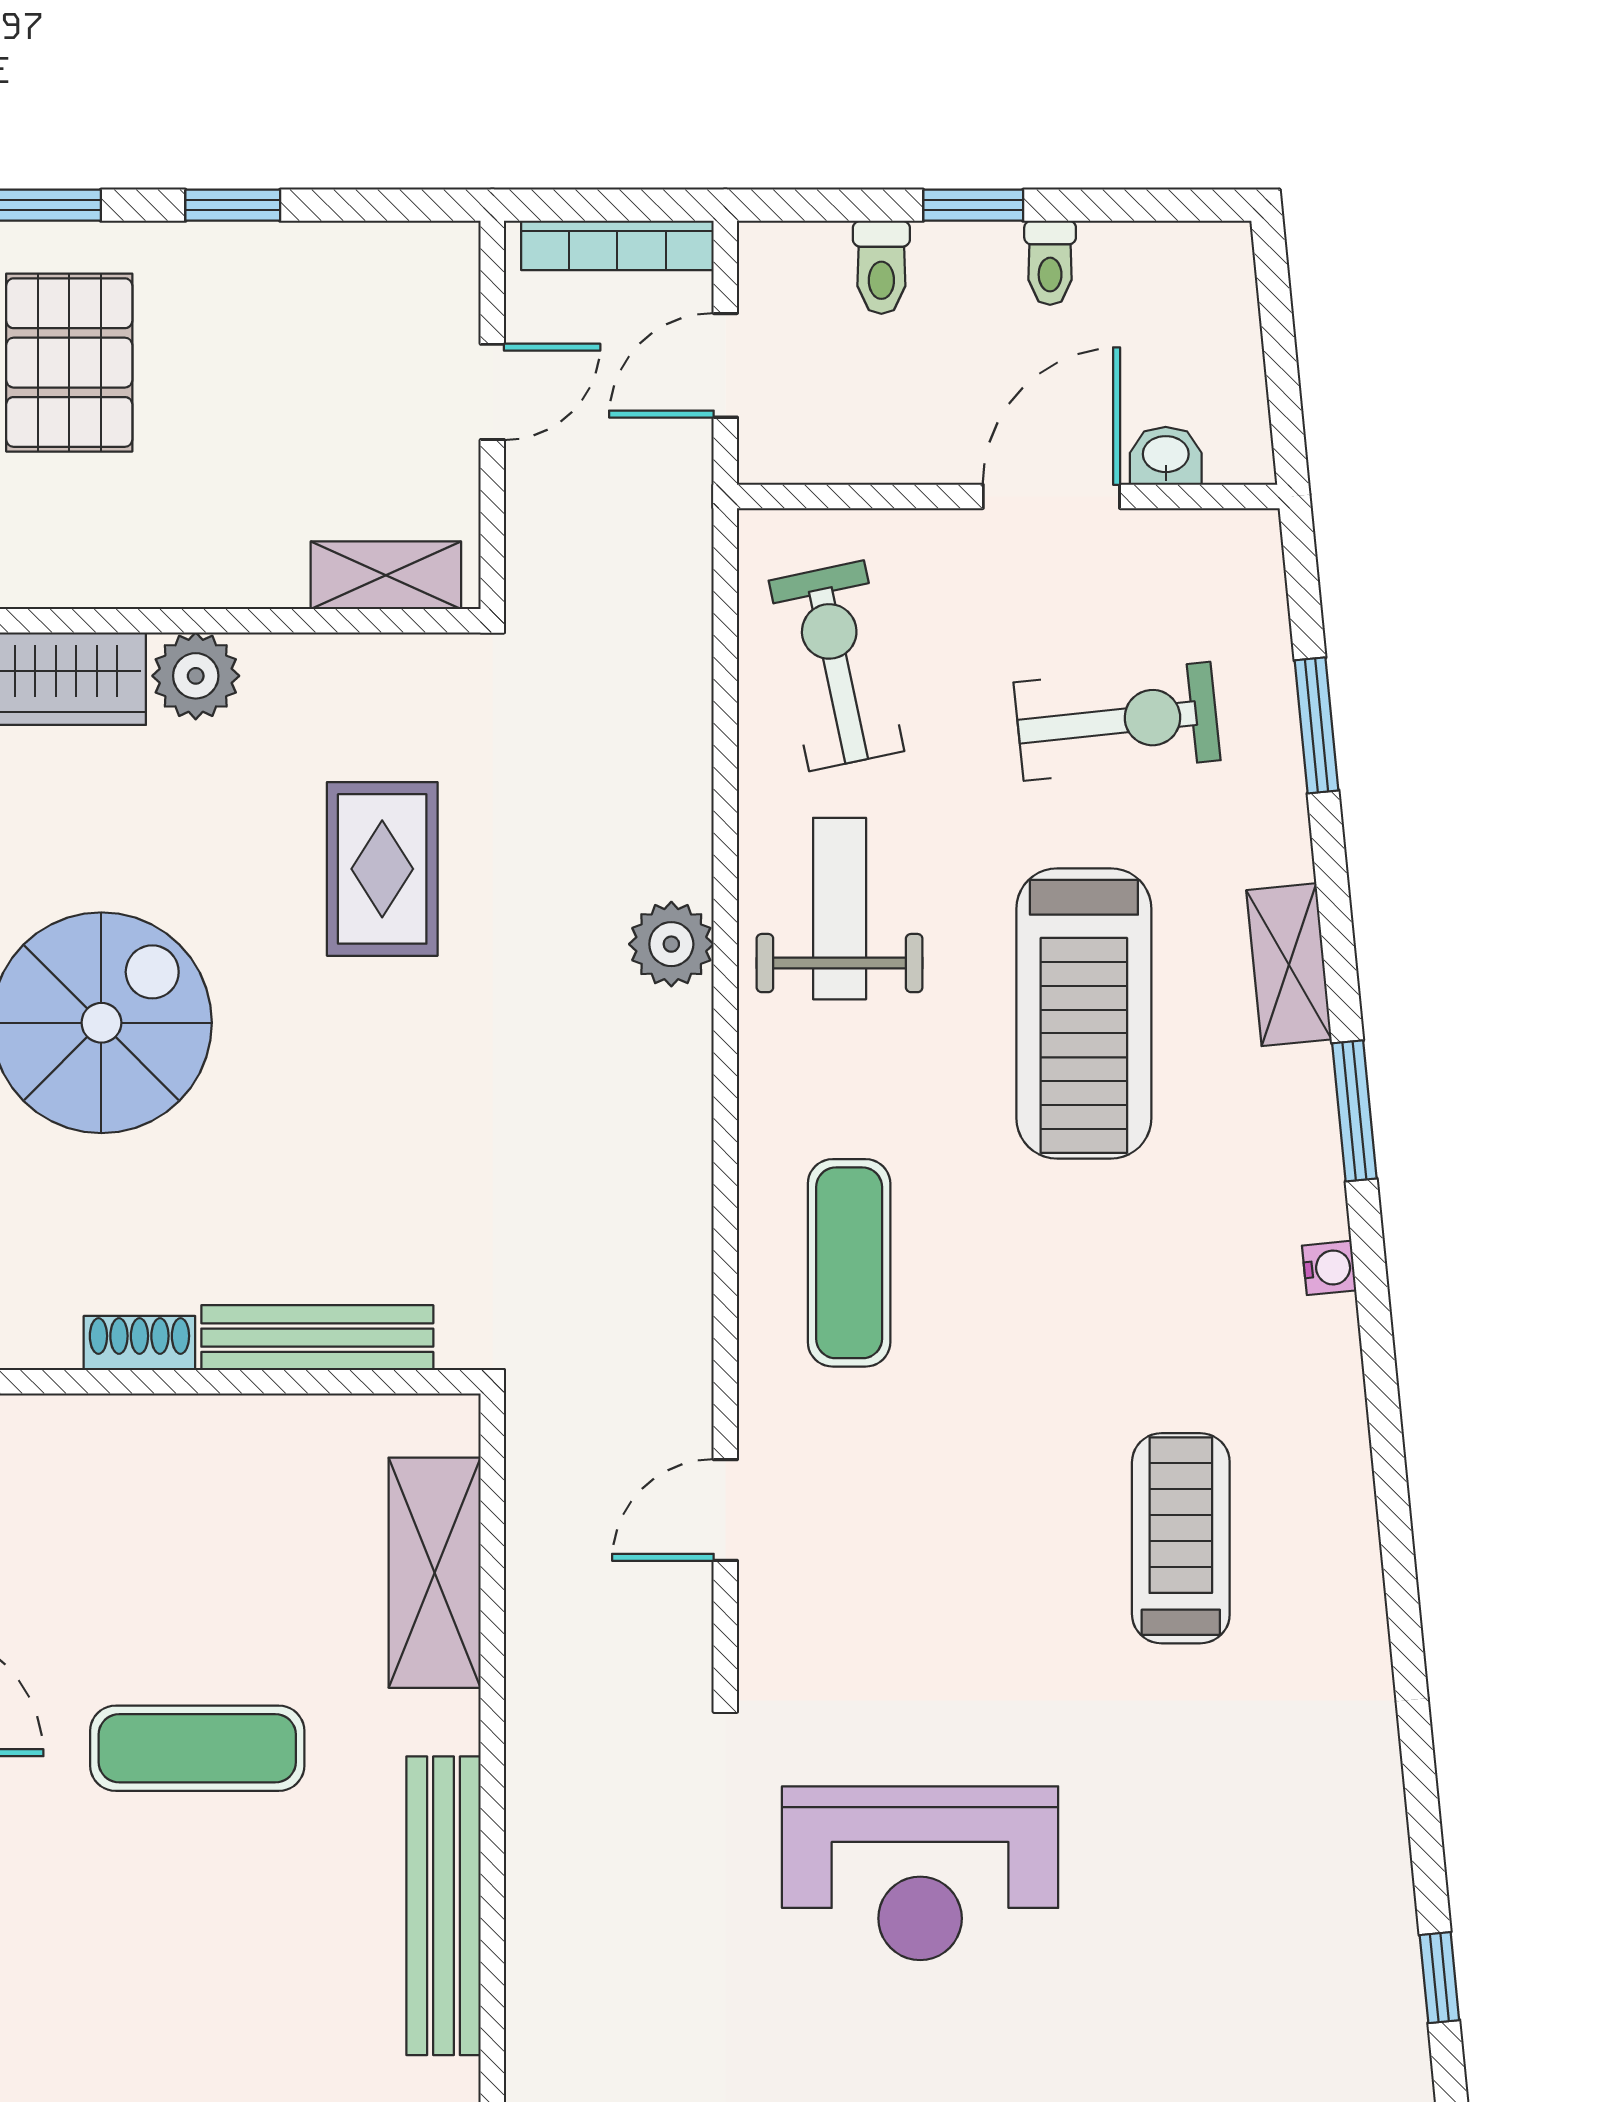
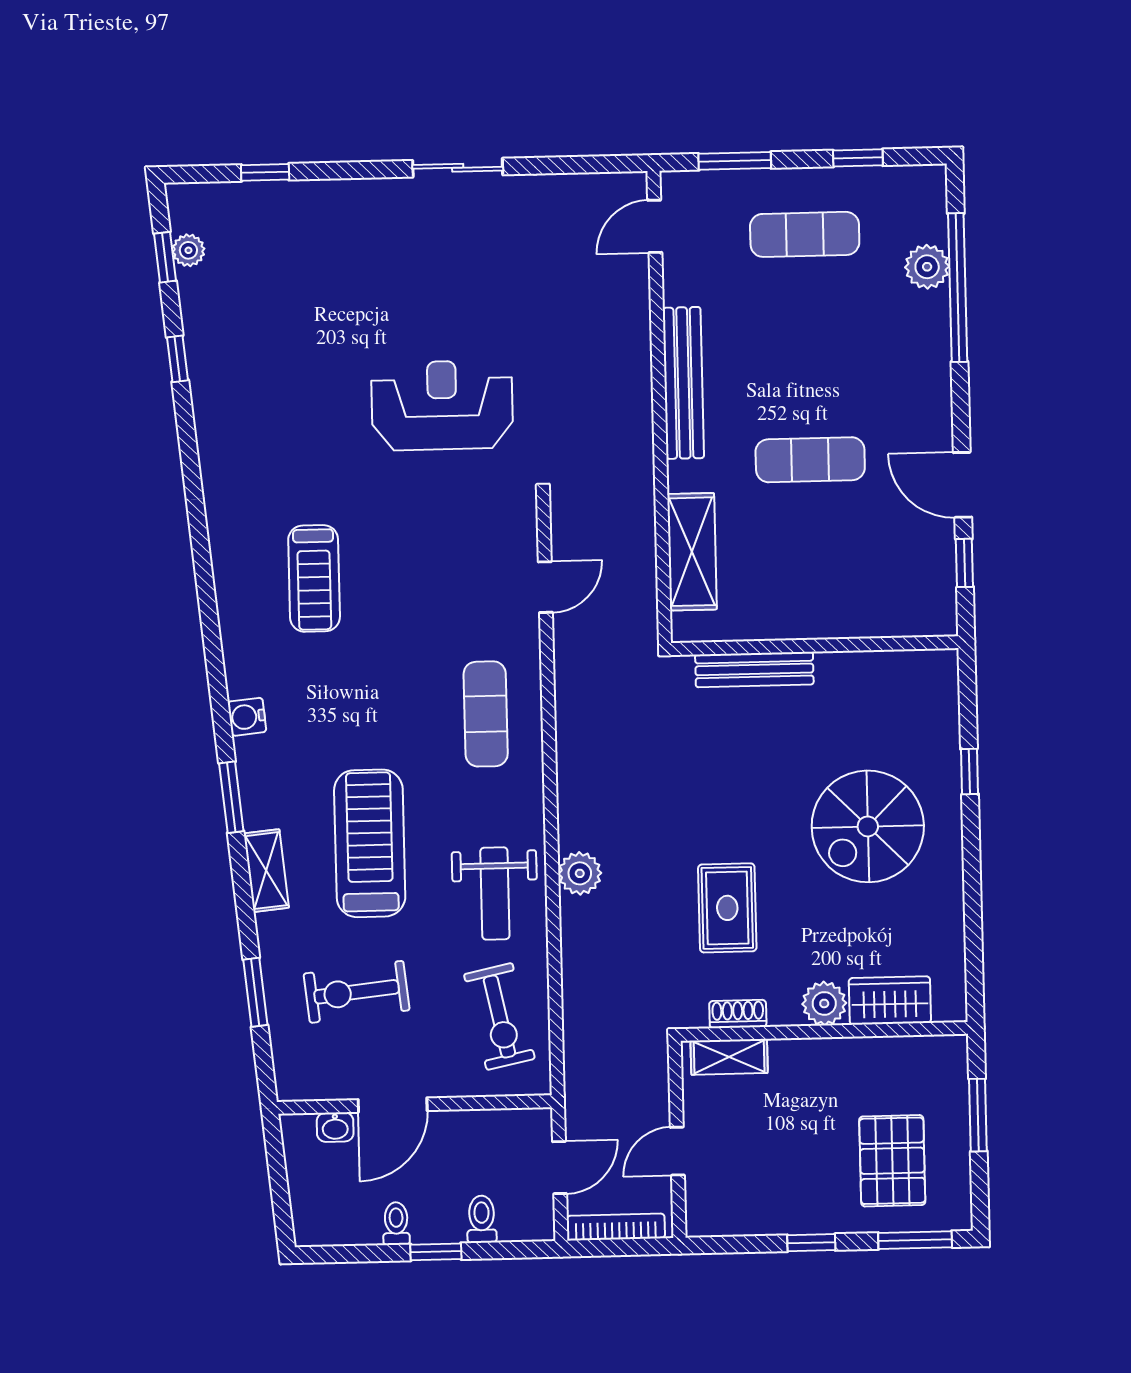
water cooler: (1329, 1268) -> (247, 717), width x1.38, depth x1.38
shoe rack: (139, 1343) -> (738, 1014), moved, turned 180

